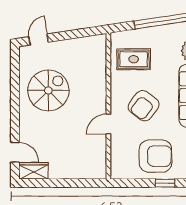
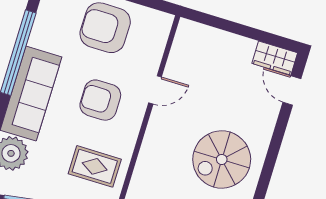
armchair: (144, 106) -> (100, 100), turned -127

